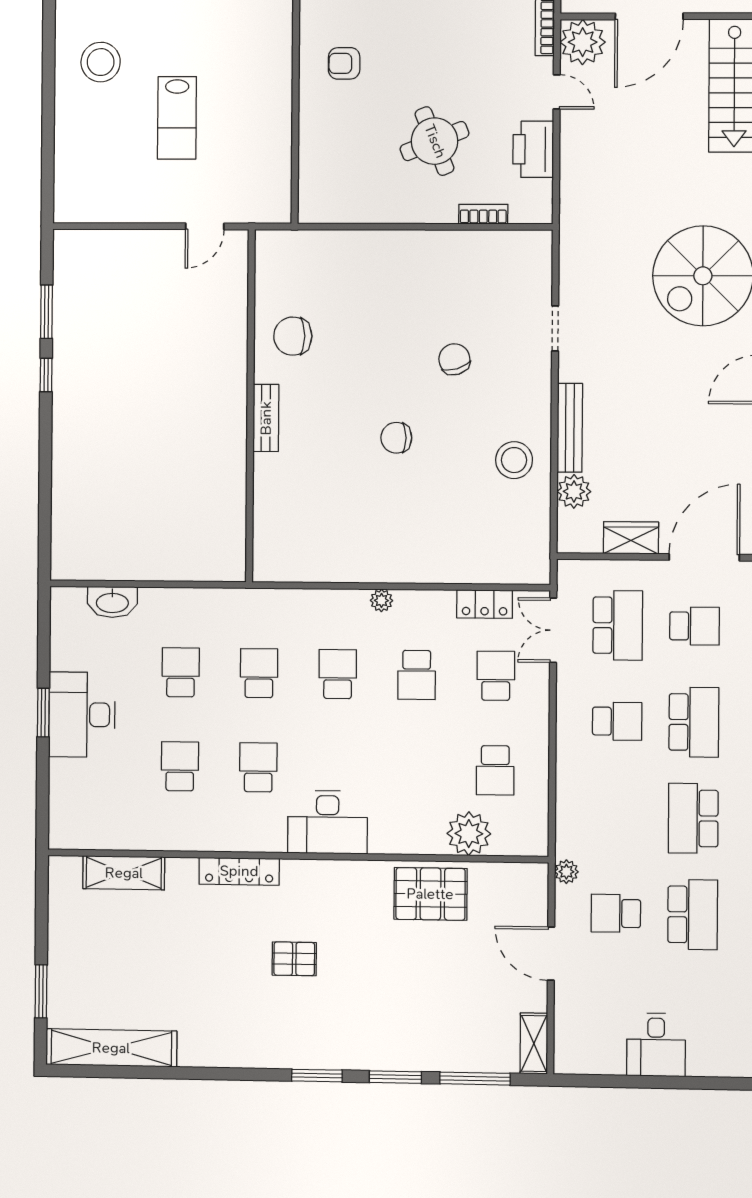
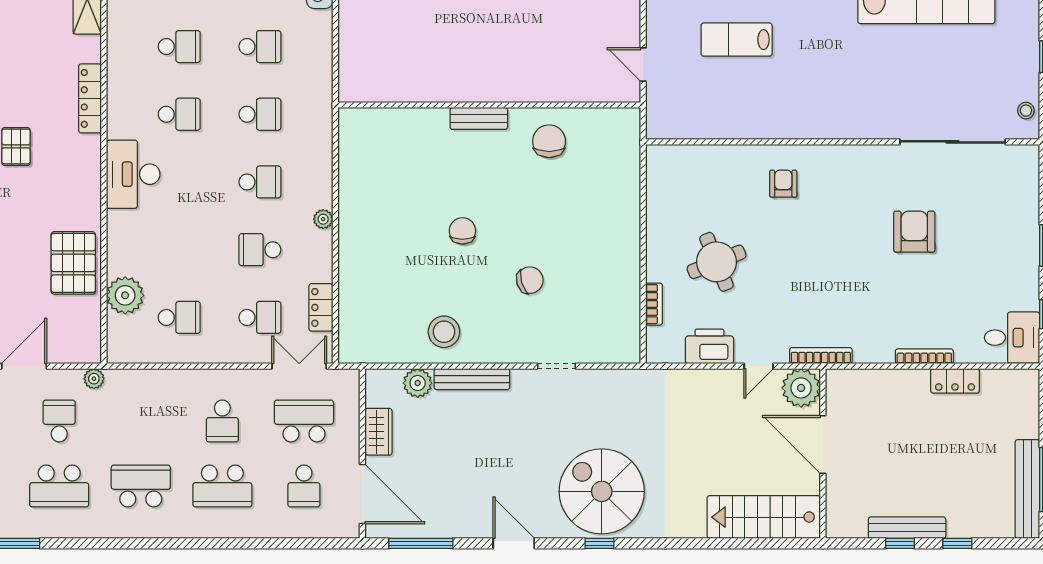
school desk: (618, 625) -> (304, 421), turned 180
school desk: (495, 770) -> (179, 317), turned 180

